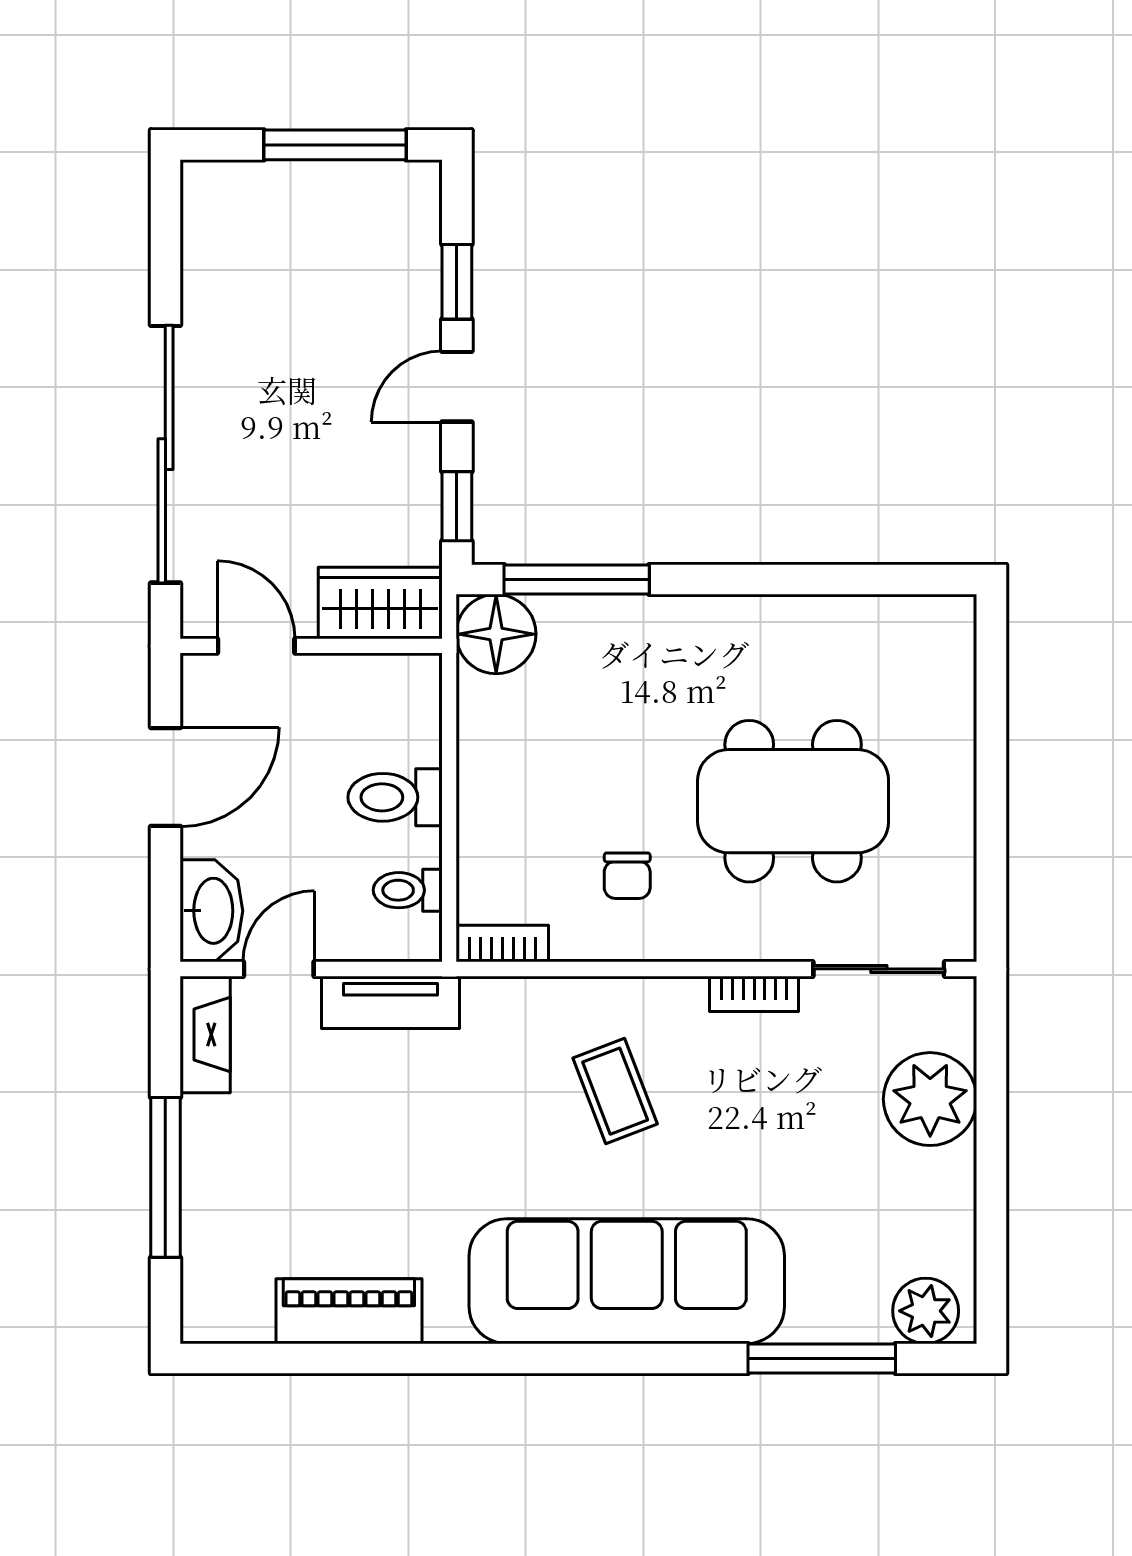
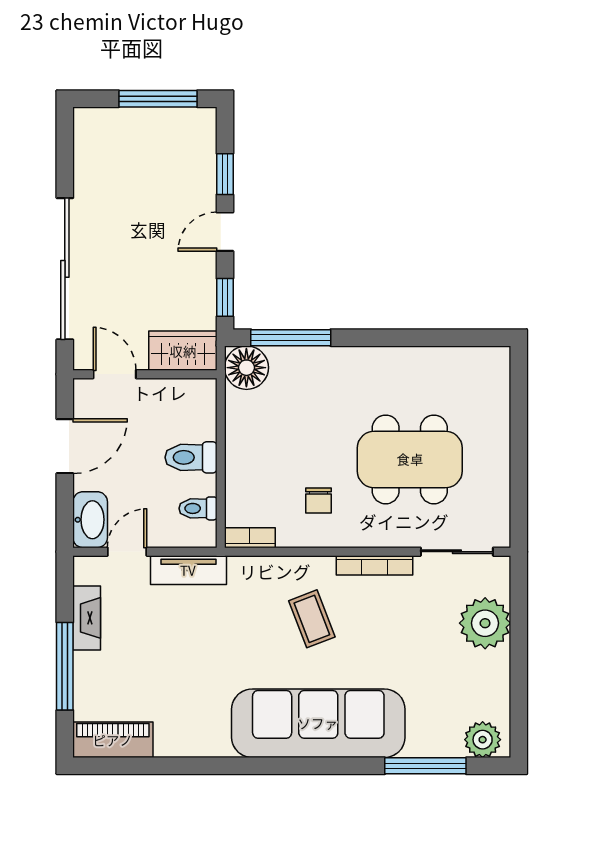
bookcase: (754, 994) -> (375, 565), width x1.56
fireplace: (205, 1035) -> (87, 618), moved
piano: (349, 1311) -> (113, 740), moved

